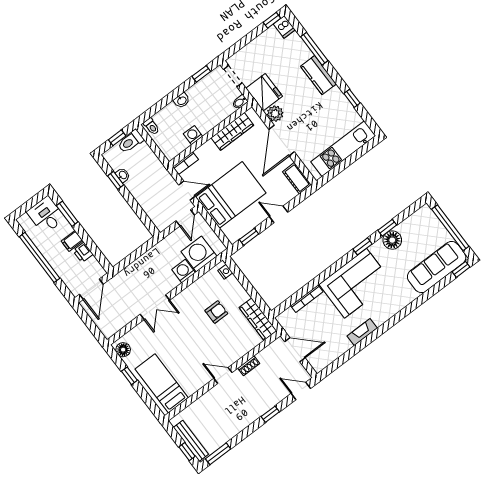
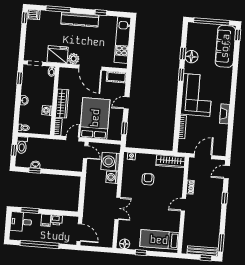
kitchen counter: (318, 75) -> (80, 20), width x1.50
wardrobe: (232, 131) -> (62, 104), moved

